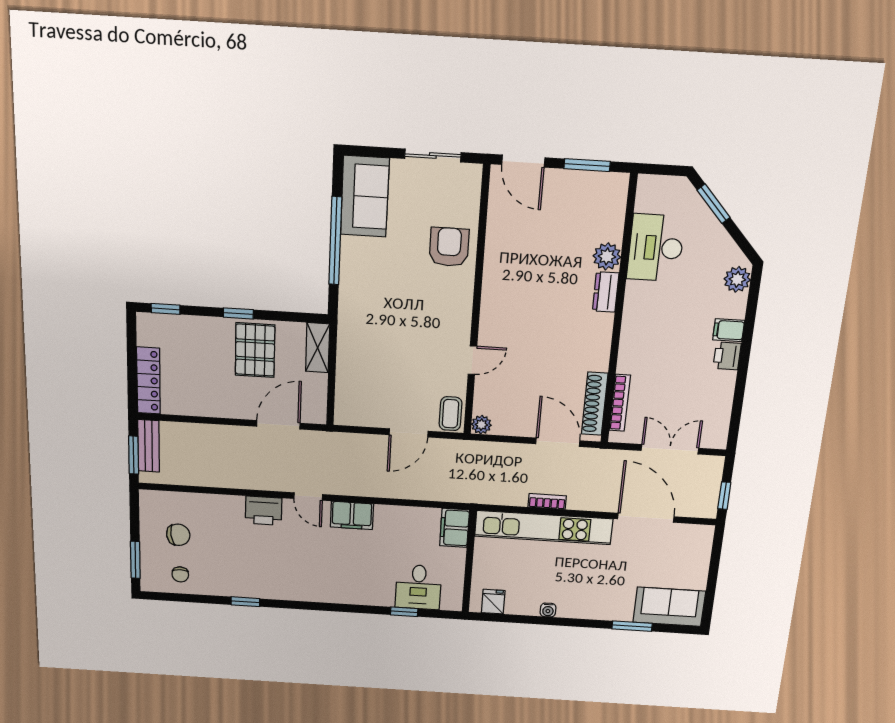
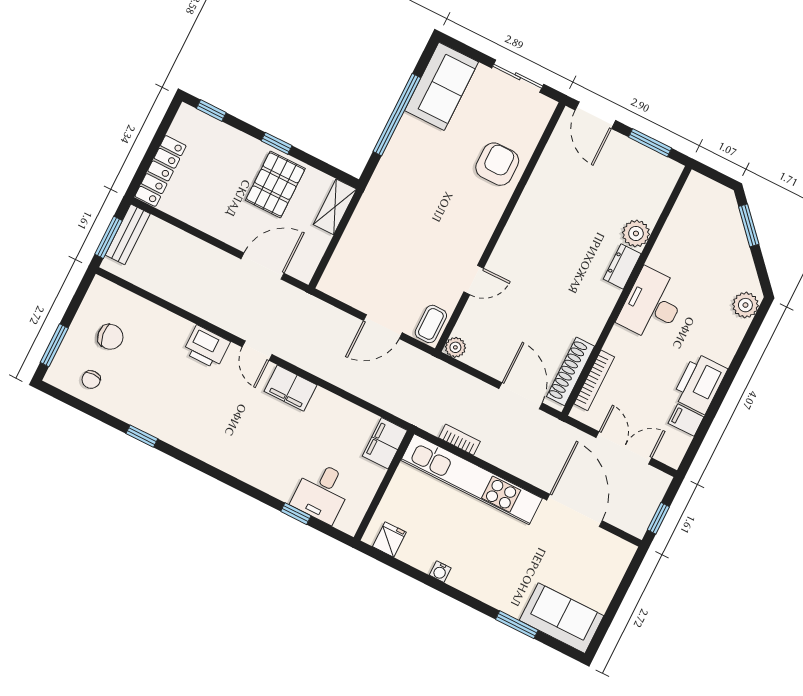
desk: (656, 248) -> (652, 305), moved
filing cabinet: (729, 330) -> (686, 420), moved
printer: (727, 356) -> (700, 384), width x1.87, depth x1.48
bookcase: (547, 501) -> (460, 440), moved

